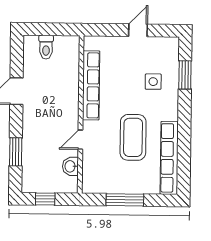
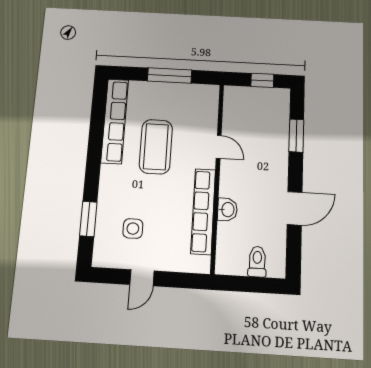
side table: (153, 82) -> (133, 229), moved
door: (80, 140) -> (219, 147), hinge flipped
washbasin: (70, 166) -> (227, 210), moved

